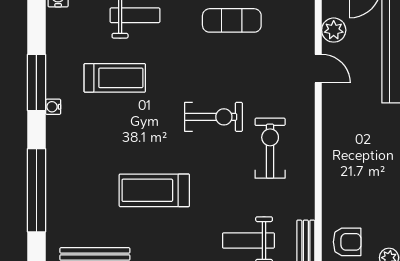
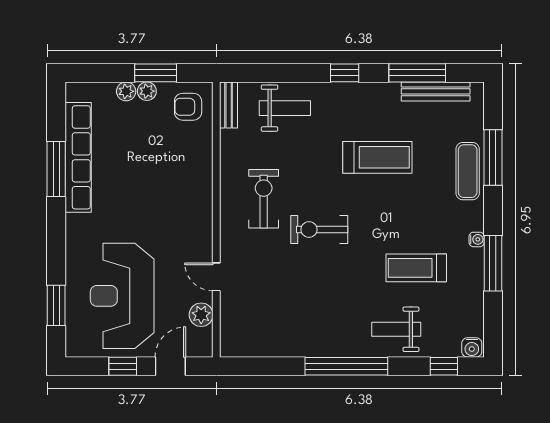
exercise mat: (232, 20) -> (468, 171), moved, turned 90
exercise bike: (270, 148) -> (264, 199), turned 180
window: (36, 190) -> (493, 157), width x0.68

